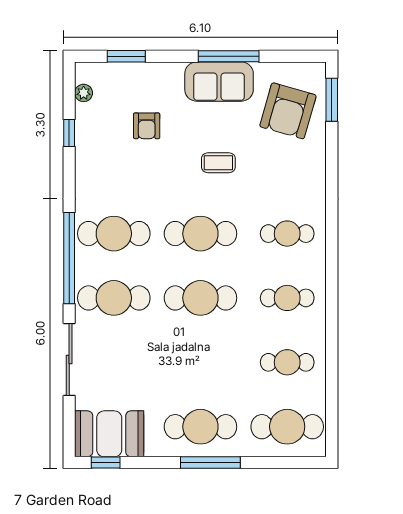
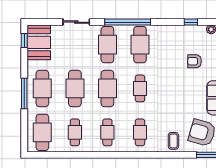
coffee table: (218, 163) -> (173, 141), moved
cafe table: (200, 234) -> (140, 88), width x0.73, depth x0.74
sliding door: (69, 360) -> (76, 22), width x0.73
cafe table: (200, 362) -> (75, 88), added

